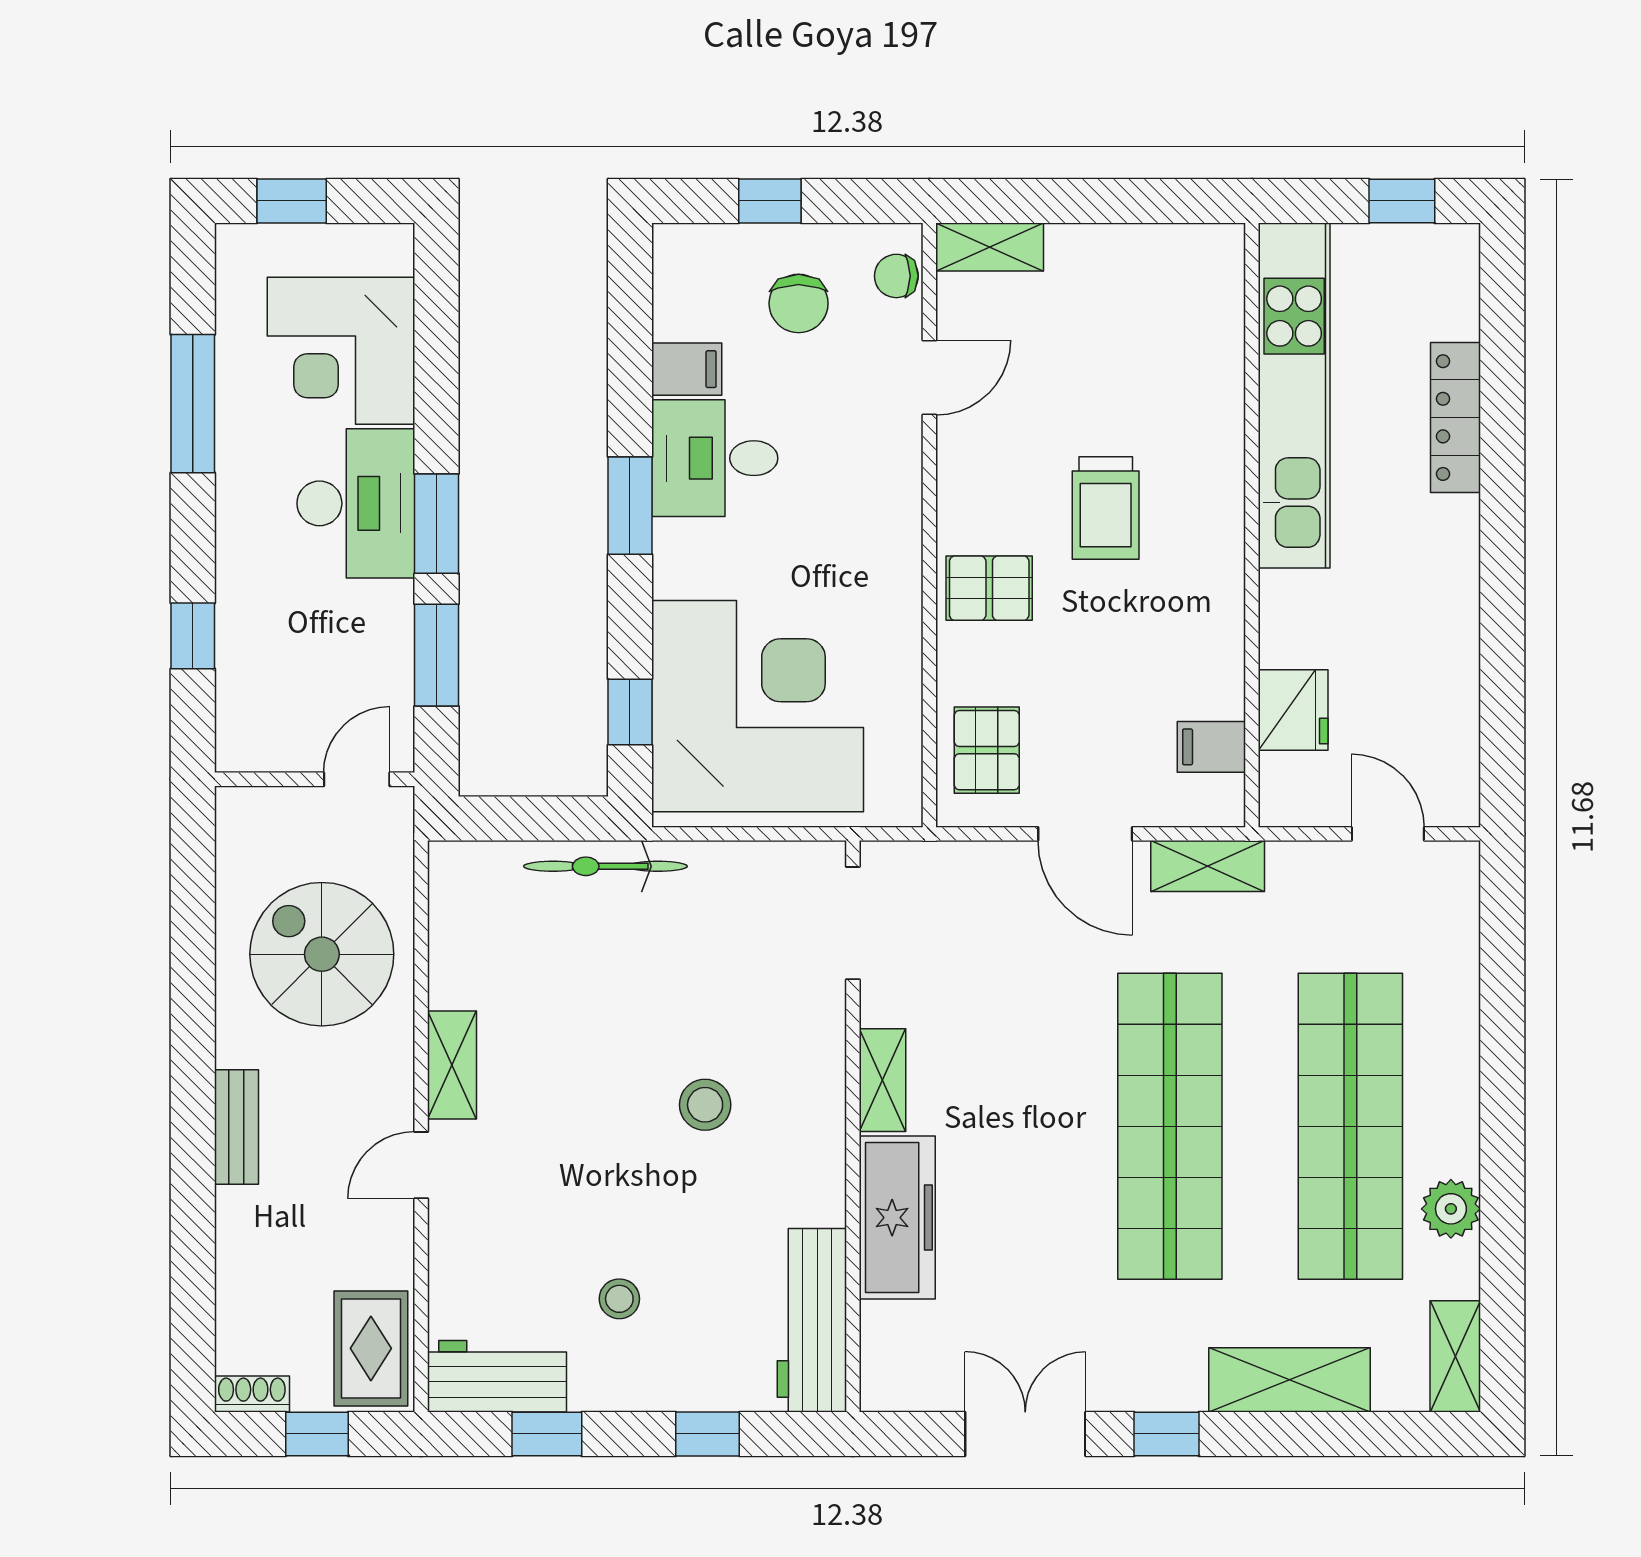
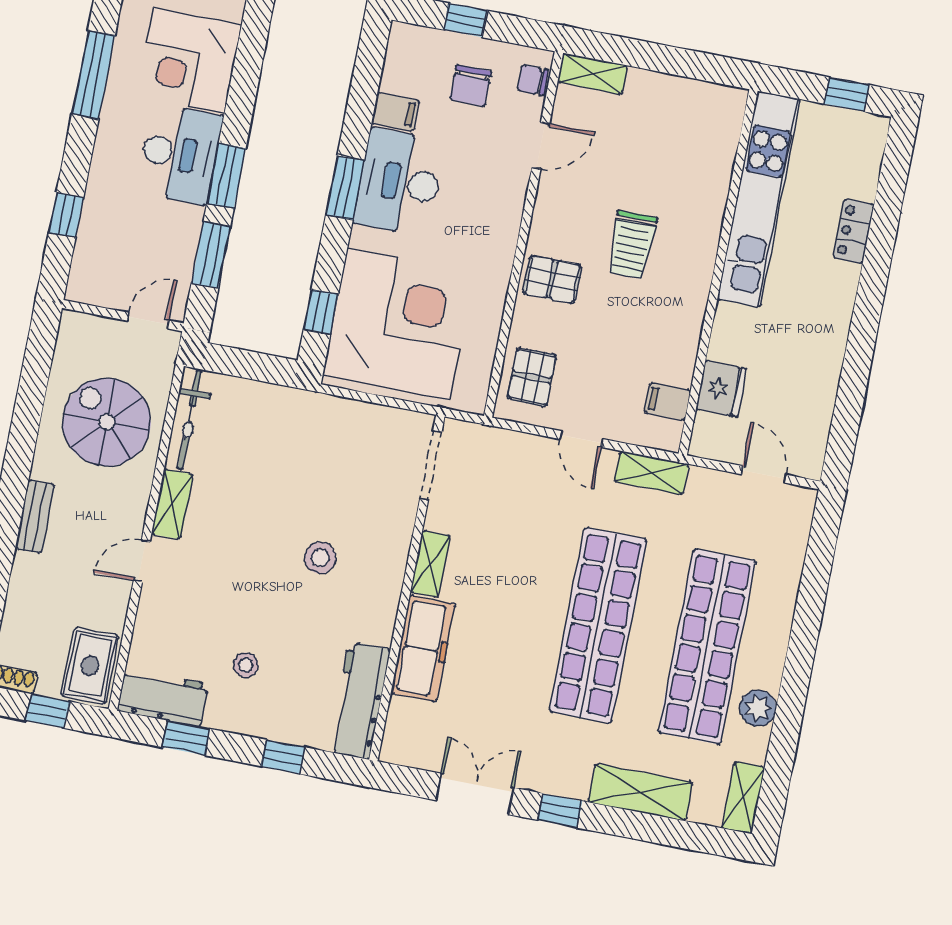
locker: (1455, 418) -> (853, 231), width x0.66
desk: (715, 458) -> (399, 182), width x1.37
door: (1085, 834) -> (581, 439), width x0.73
bicycle: (605, 866) -> (190, 420), moved, turned -90

